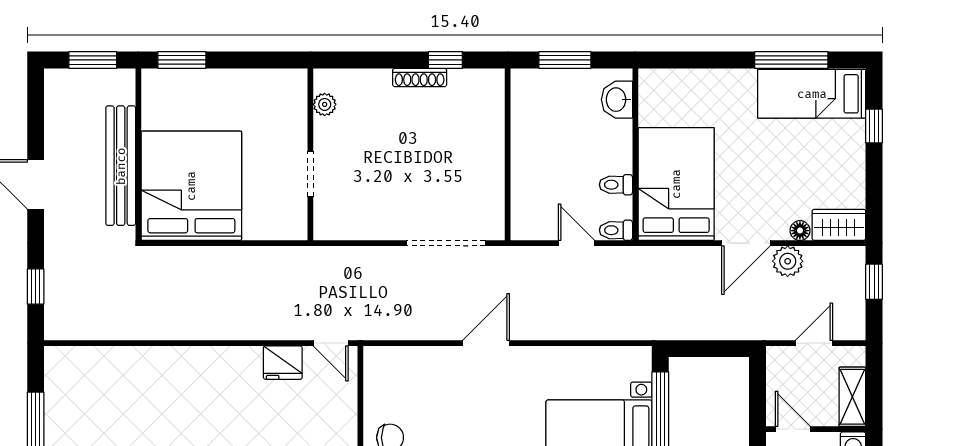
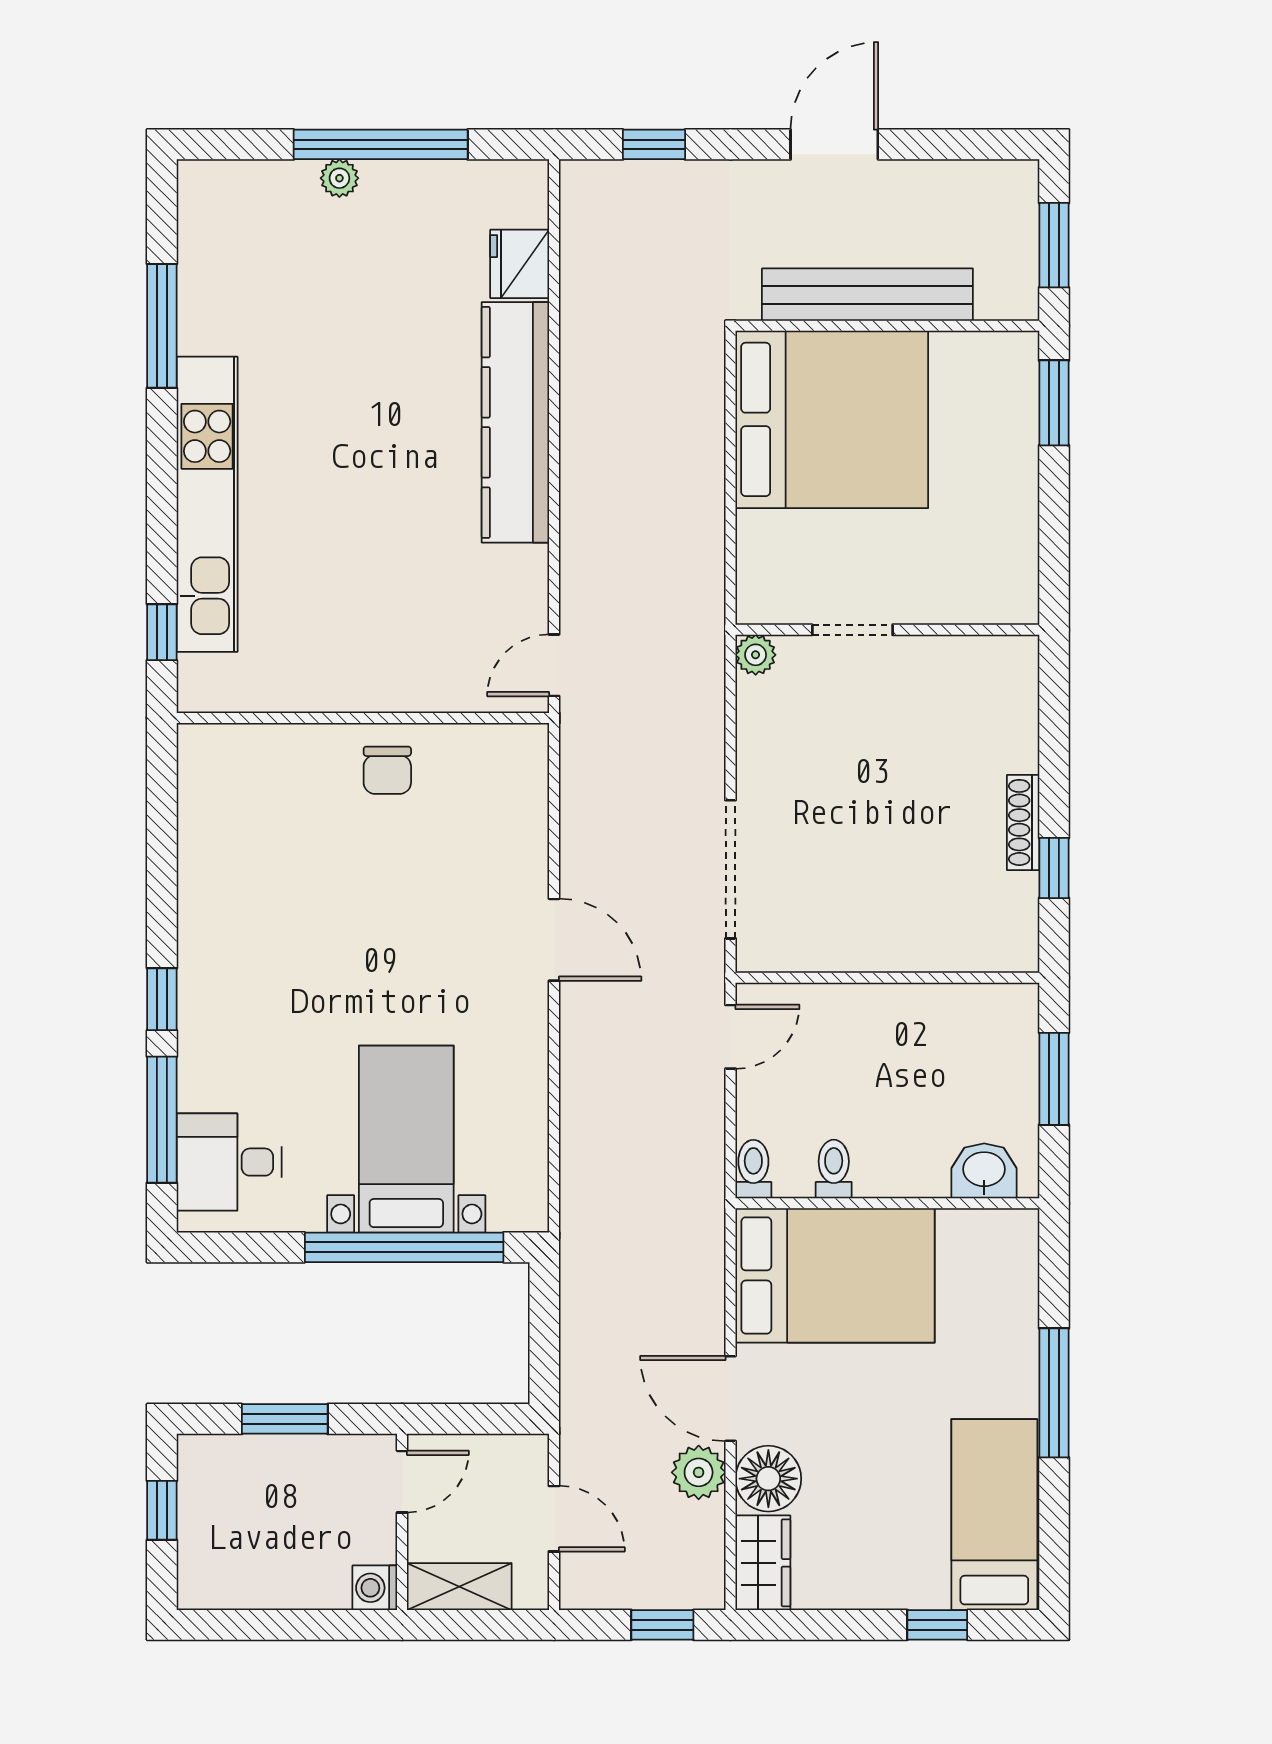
window: (791, 60) -> (1054, 1393), moved
plant: (325, 104) -> (756, 655), moved
floor lamp: (800, 231) -> (768, 1479), width x1.89, depth x1.89
door: (577, 243) -> (730, 1037), moved
fridge: (283, 363) -> (520, 264), moved
kitchen counter: (193, 365) -> (515, 422), added

